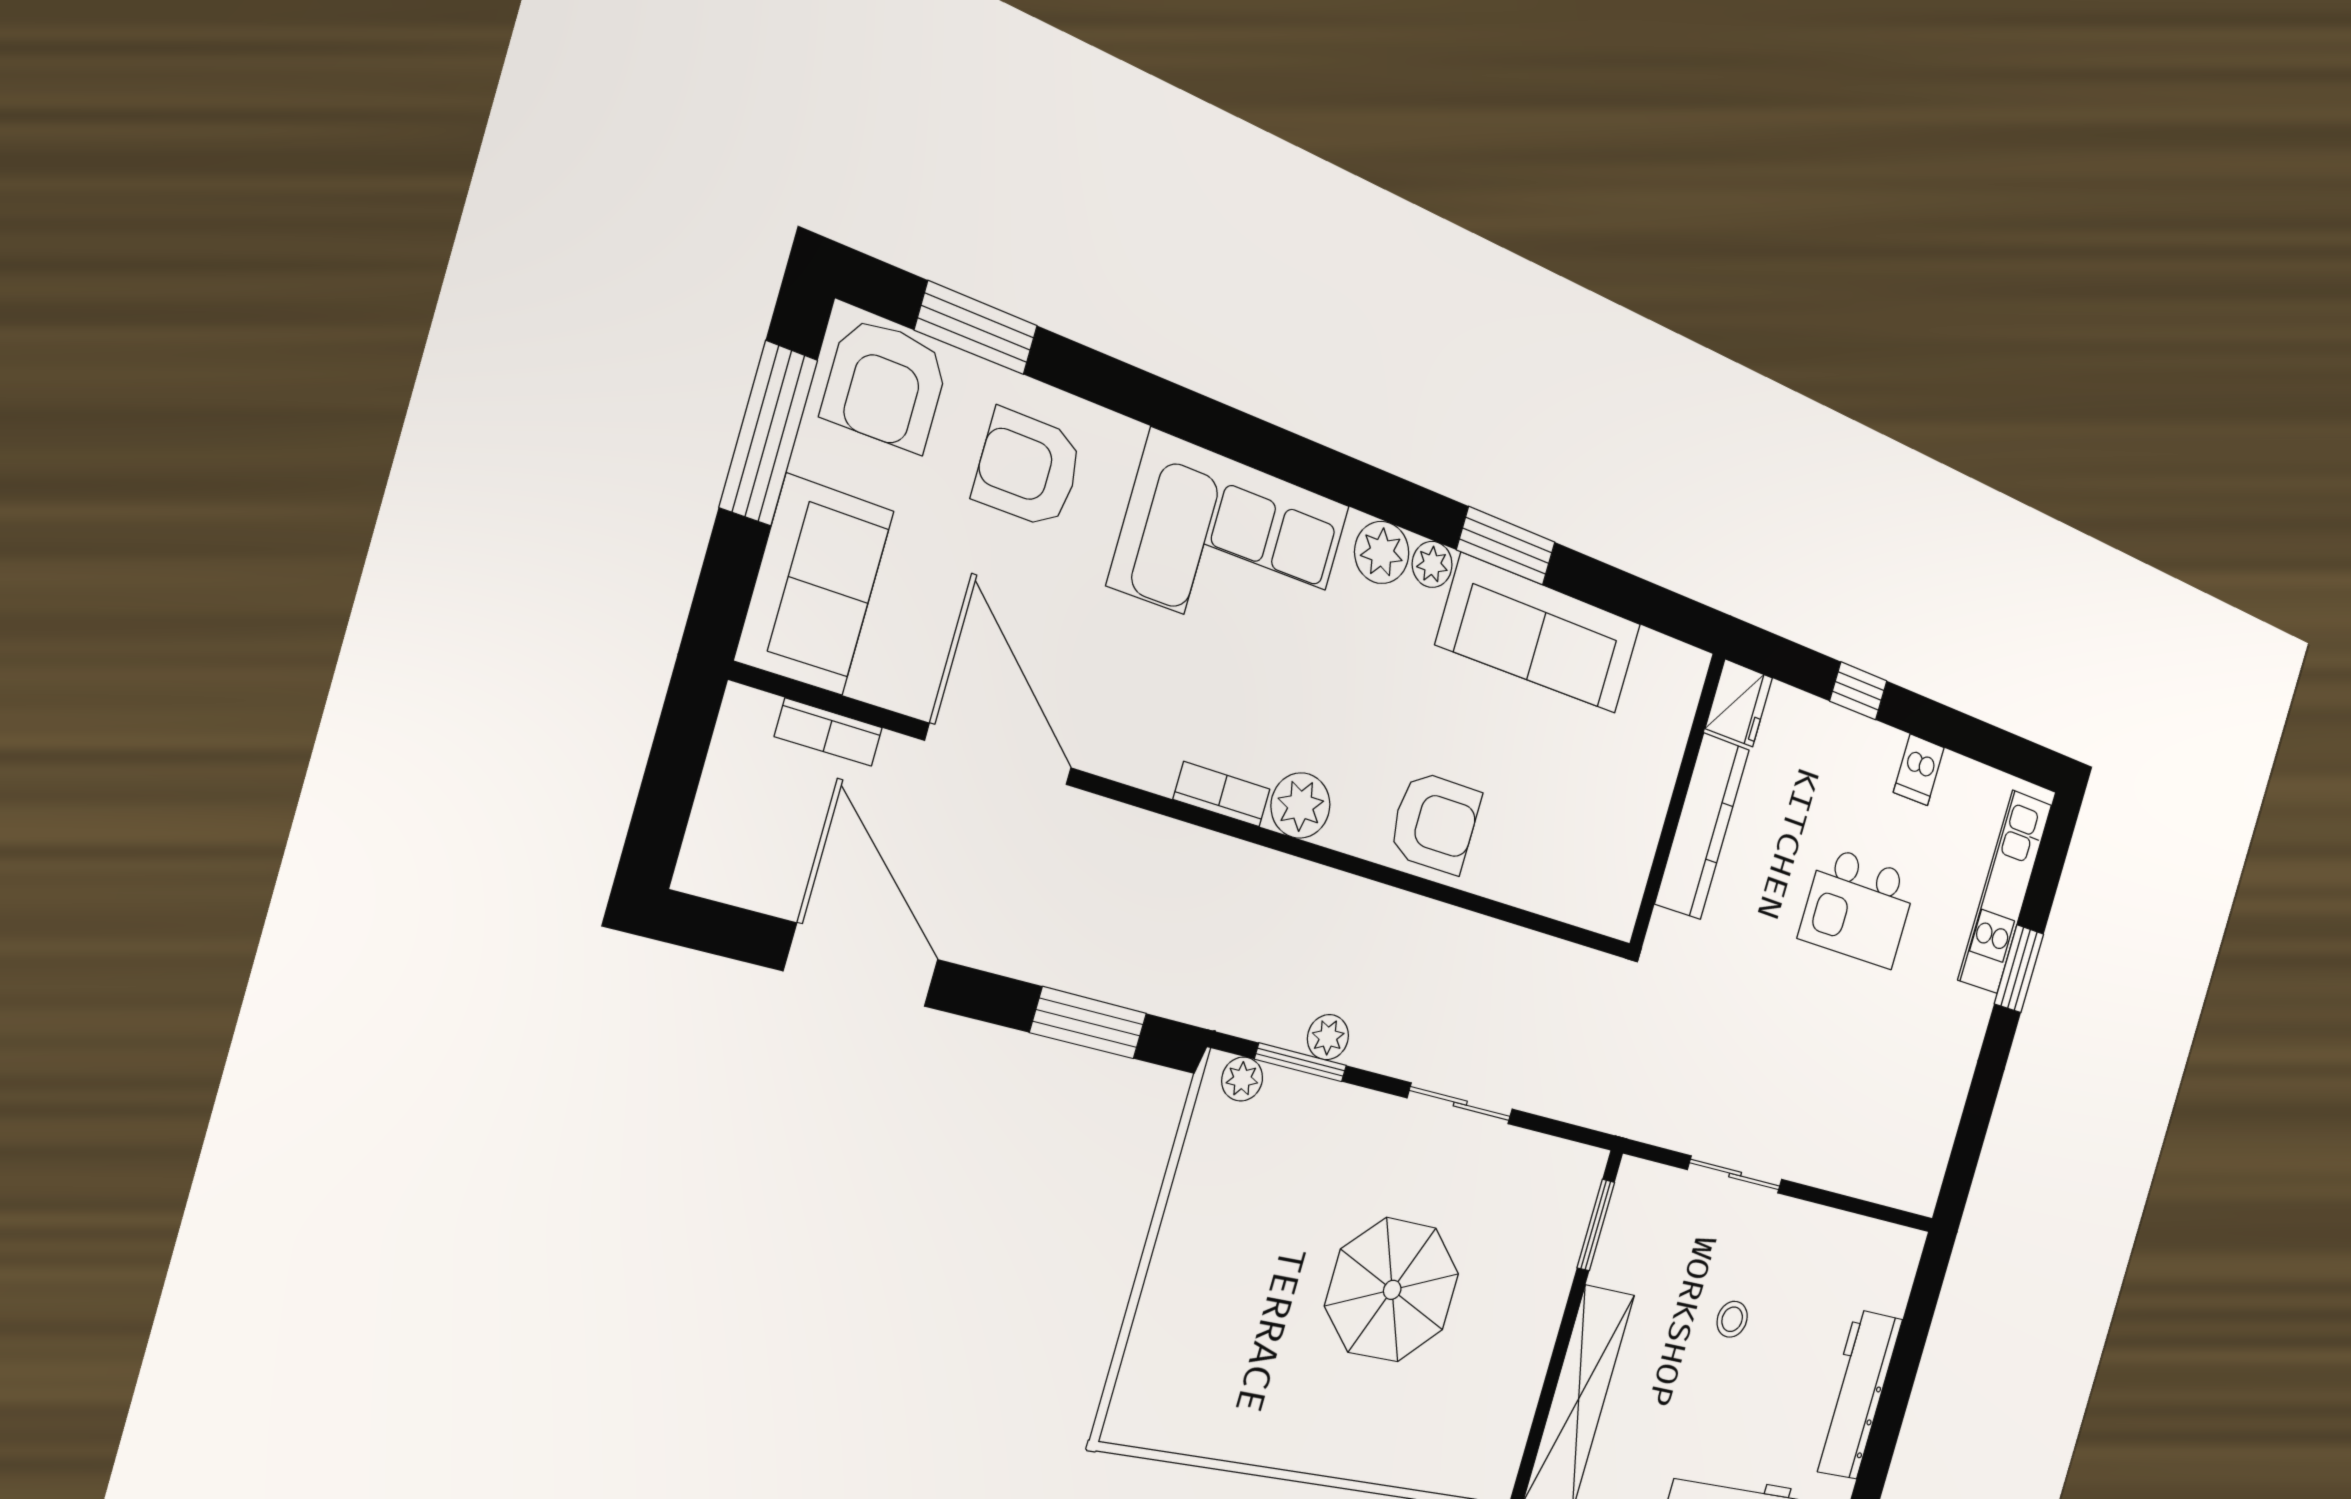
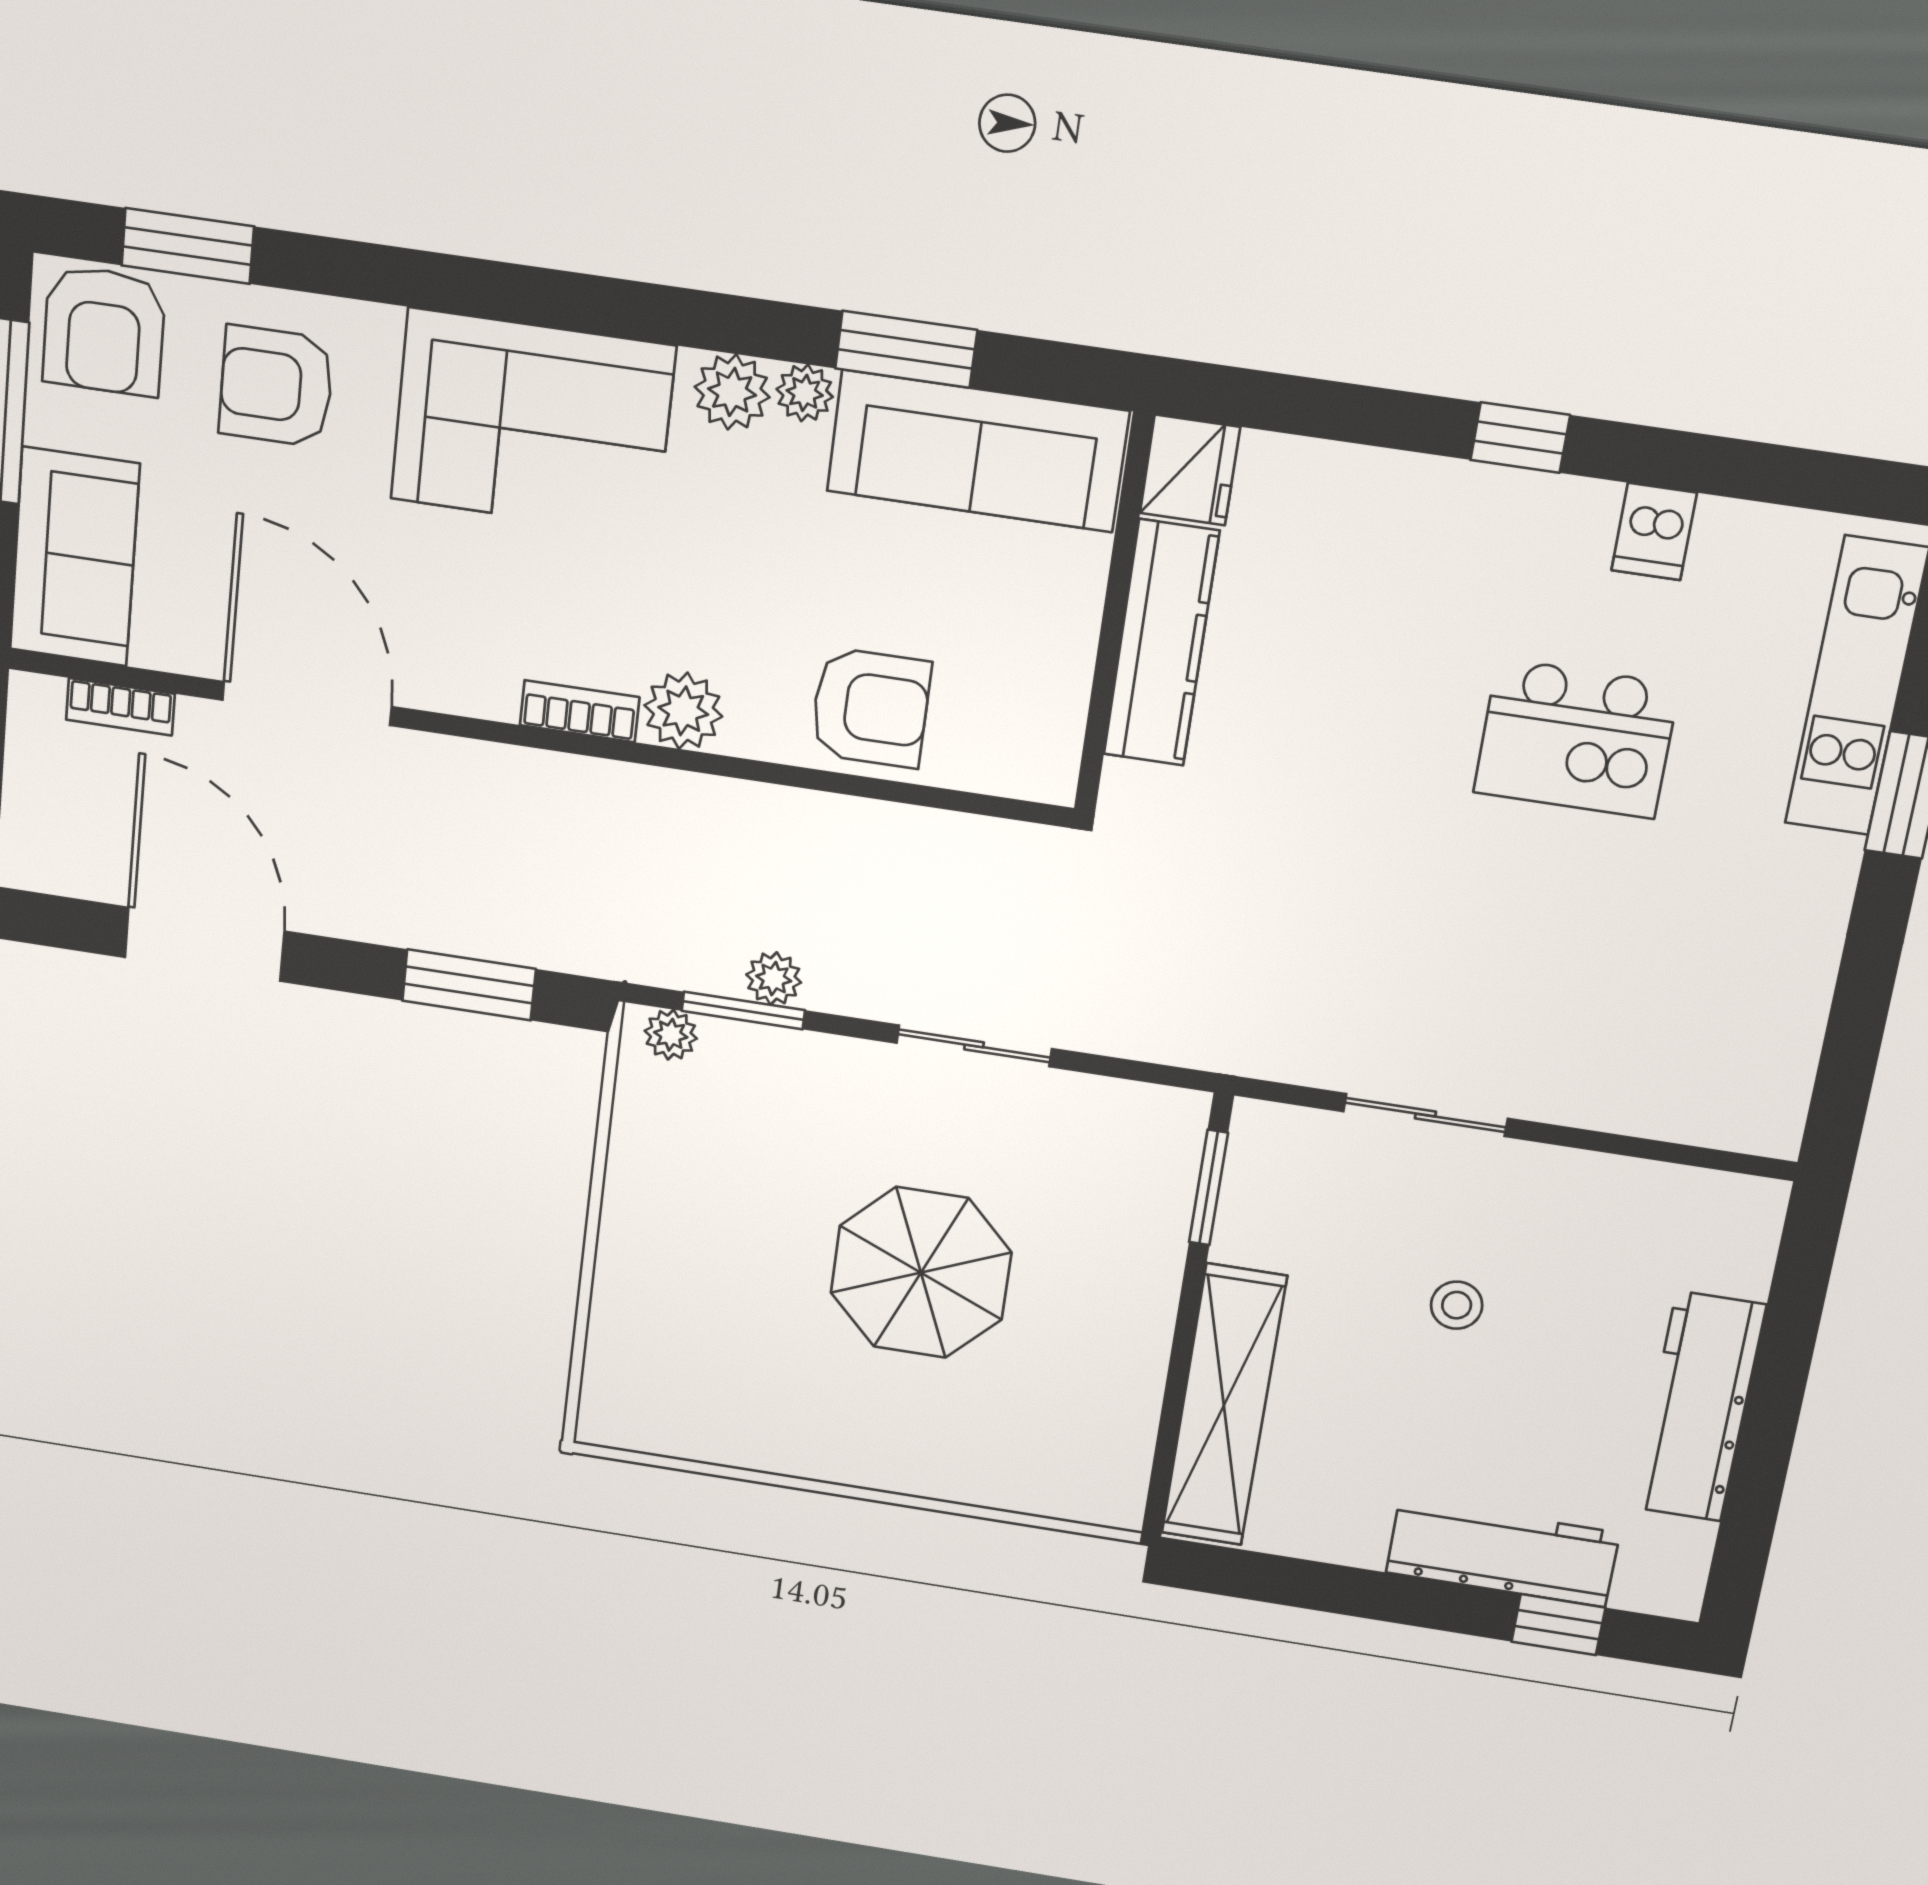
fridge: (1739, 703) -> (1190, 470), moved
wall: (1677, 801) -> (1114, 614), moved
kitchen counter: (1702, 827) -> (1161, 643), moved

